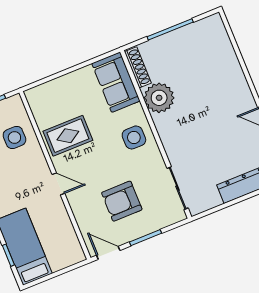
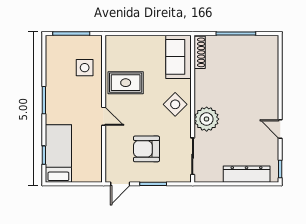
plant: (159, 98) -> (207, 119), moved
side table: (134, 137) -> (175, 104), turned 45
door: (108, 253) -> (120, 184), swing flipped

